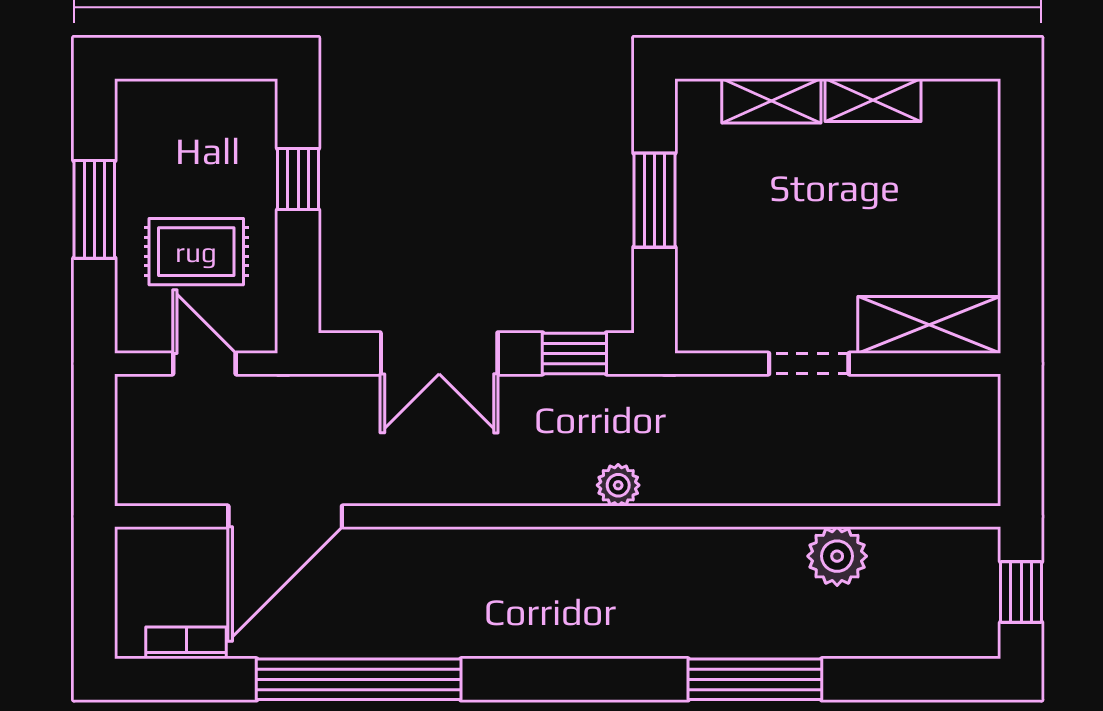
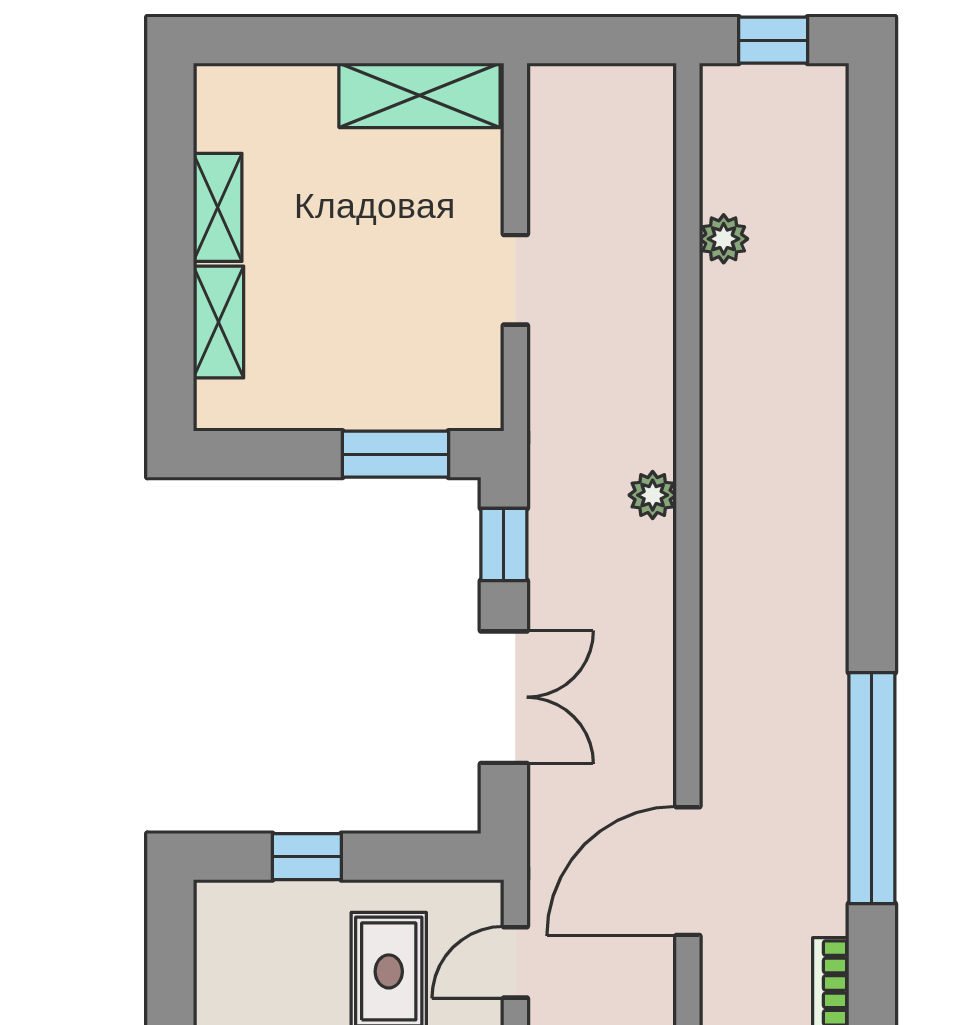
window: (654, 200) -> (396, 454), moved
shelving: (929, 325) -> (419, 95), moved, turned 90
door: (285, 516) -> (688, 871), swing flipped
plant: (837, 556) -> (724, 239), width x0.73, depth x0.73
window: (755, 679) -> (872, 341), removed

